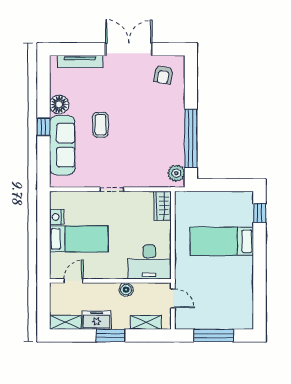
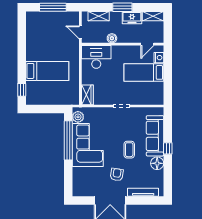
armchair: (163, 75) -> (117, 175), moved
corner sofa: (162, 131) -> (88, 145), added
nightstand: (57, 217) -> (159, 58), moved

